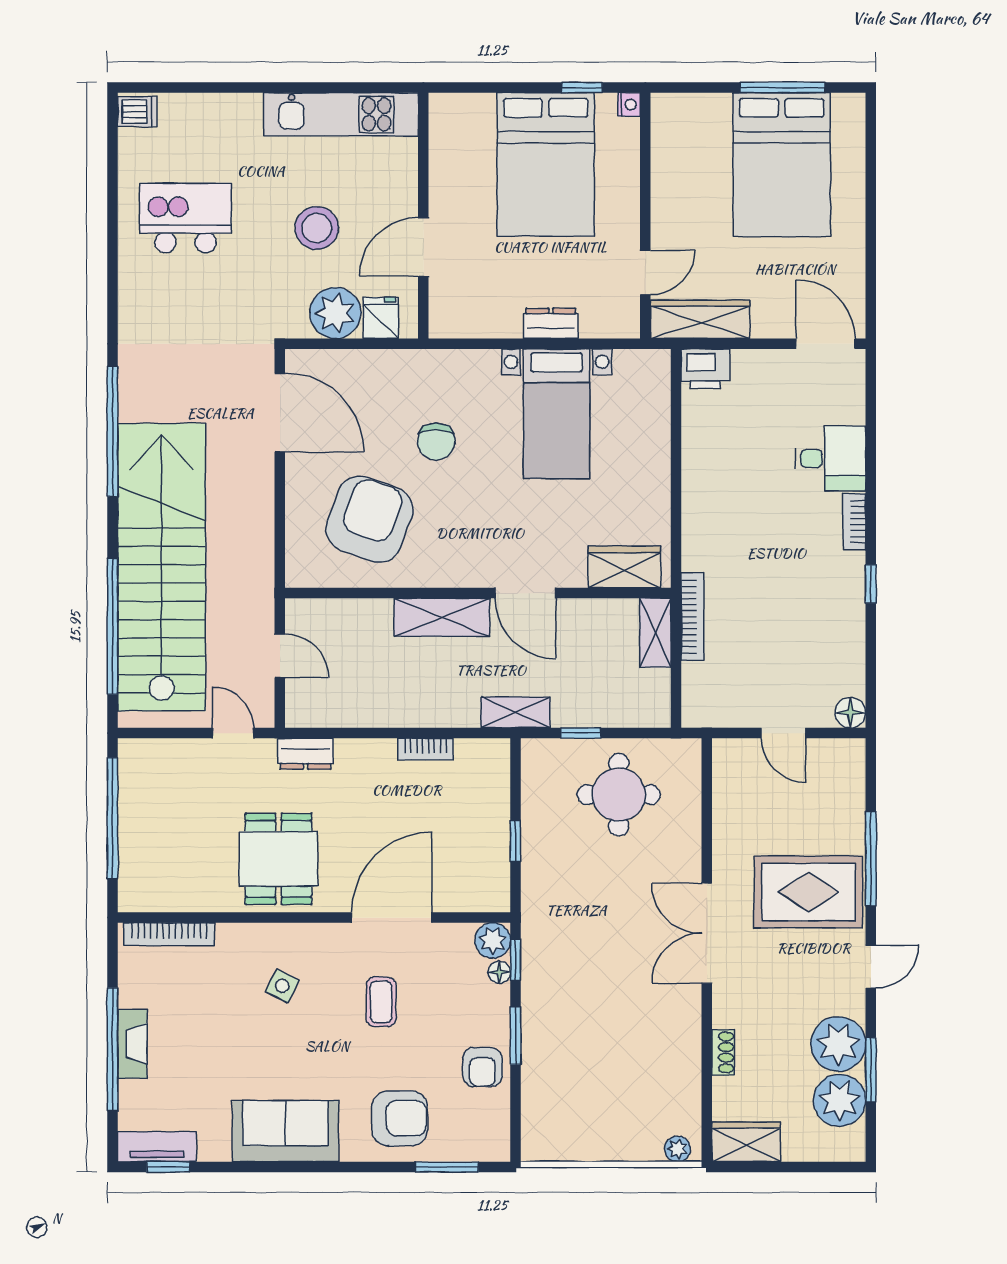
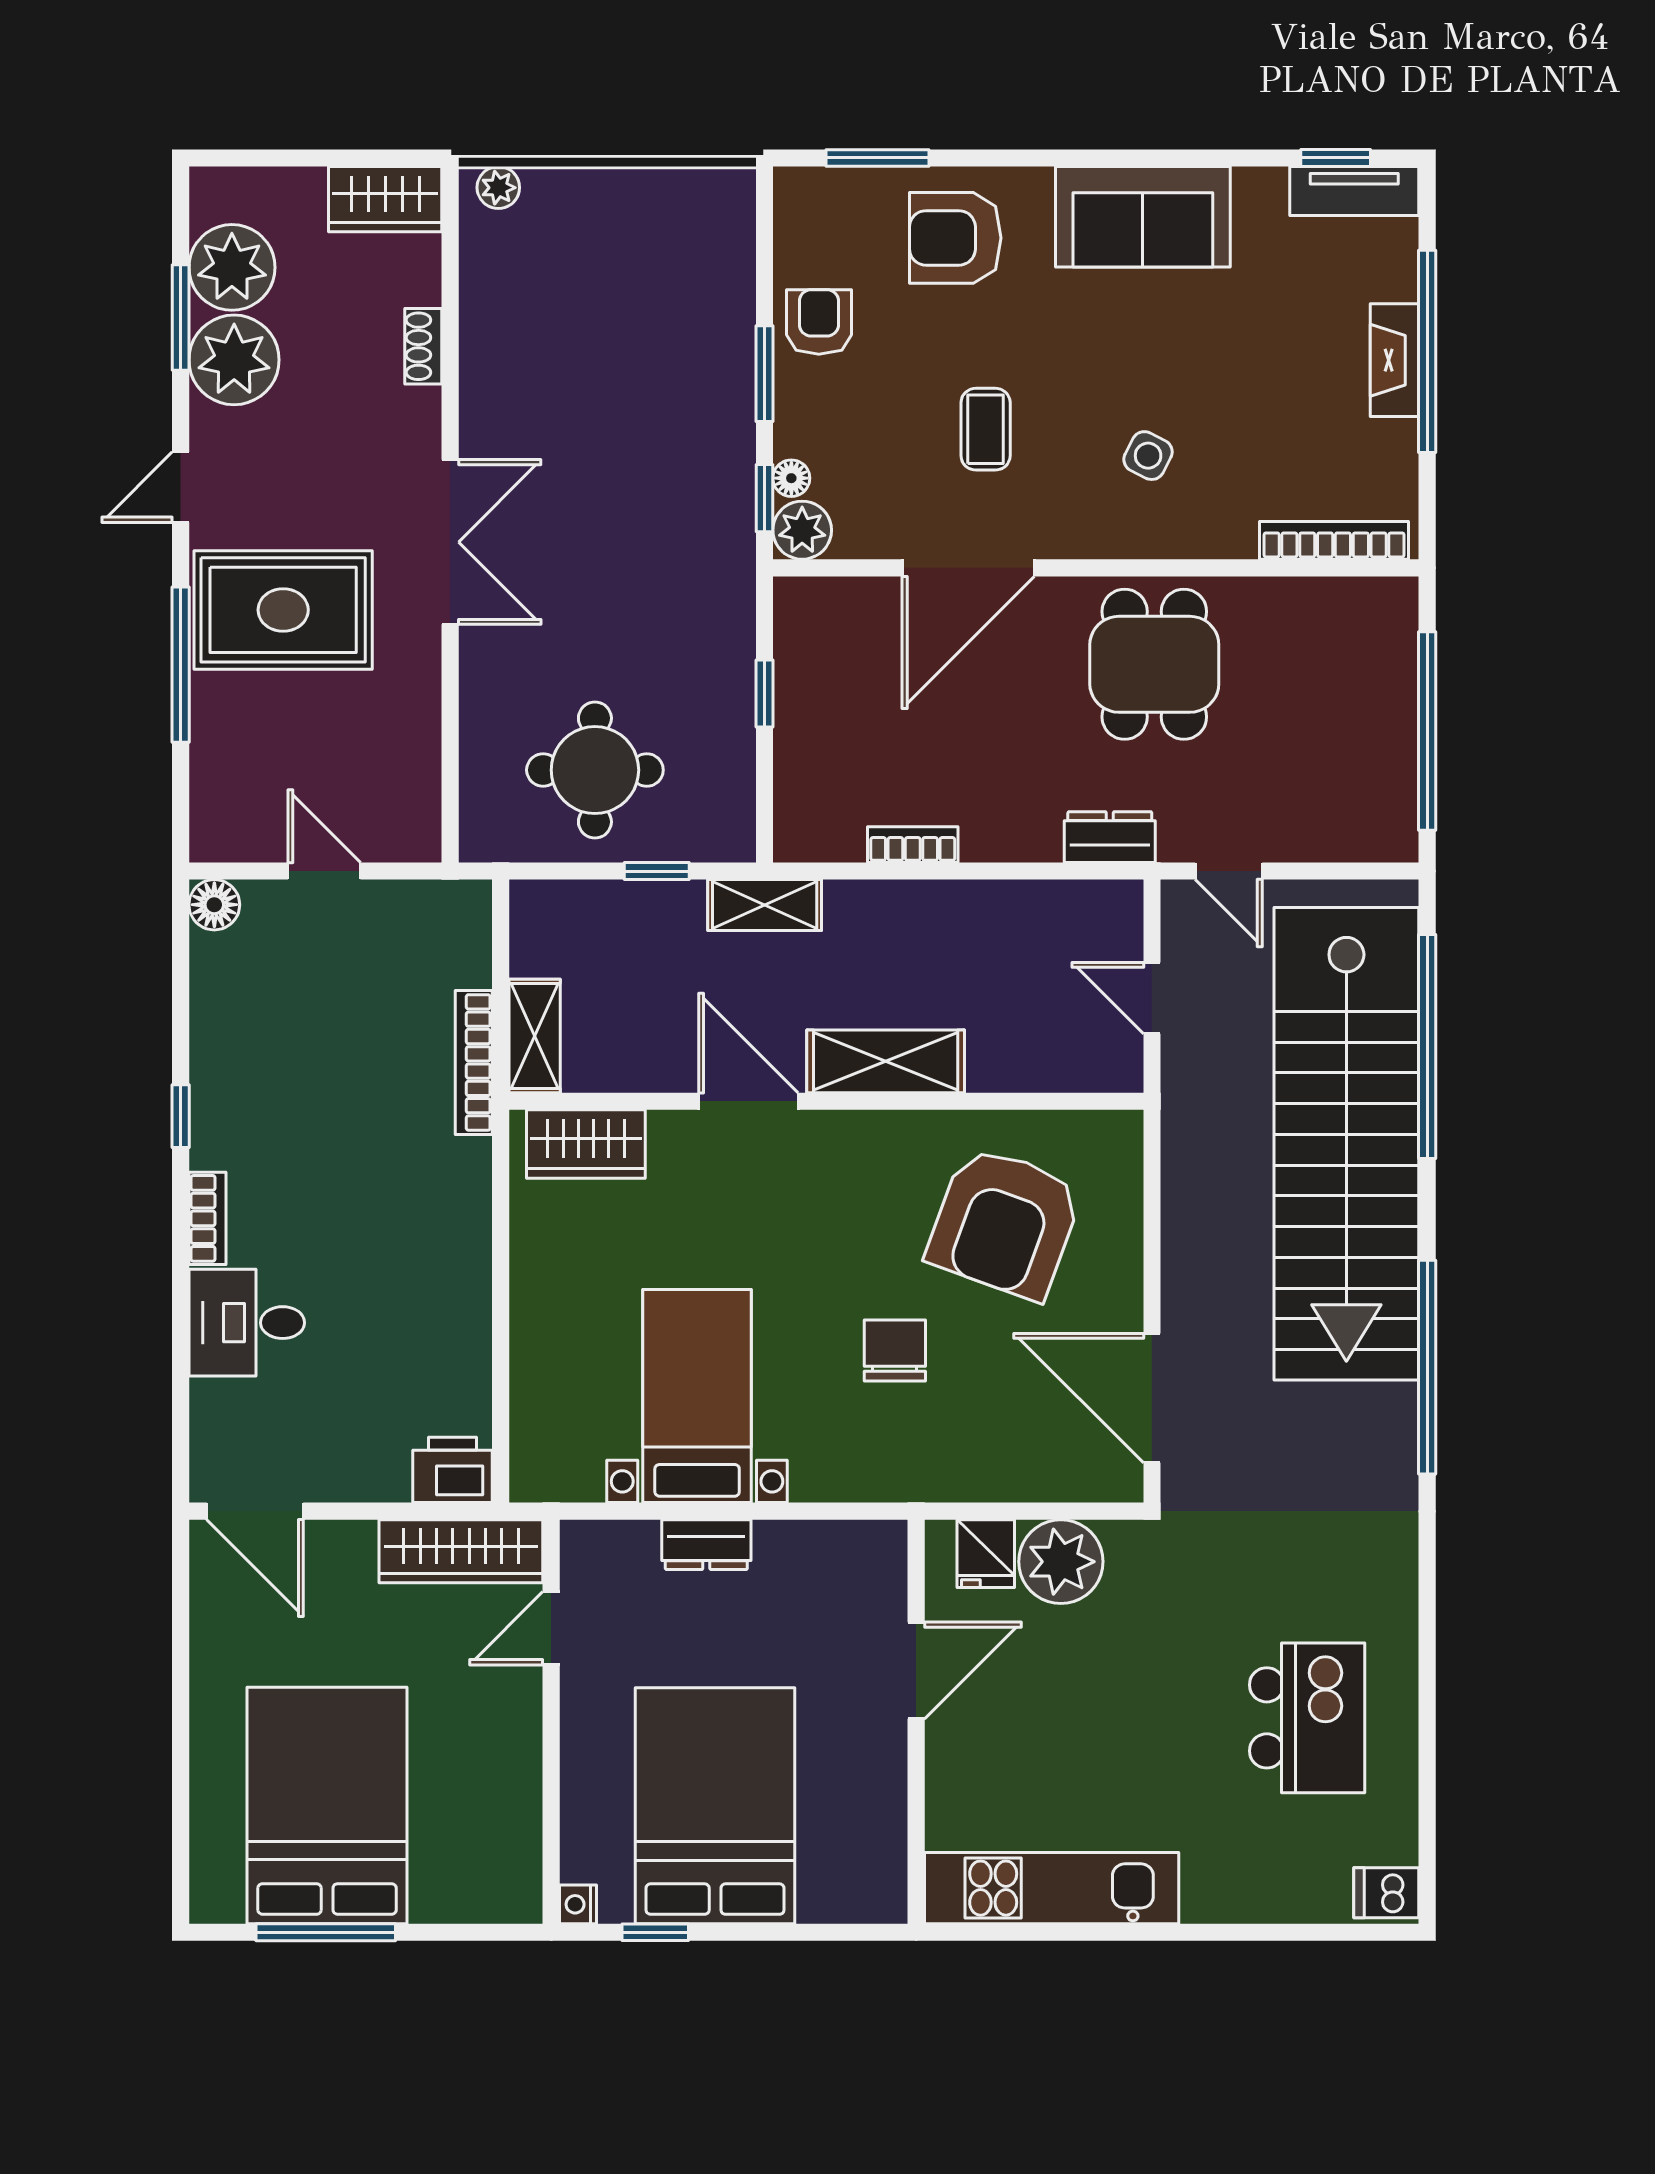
kitchen island: (186, 218) -> (1307, 1718), turned -90
stool: (317, 228) -> (1091, 1701), removed

